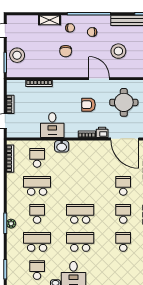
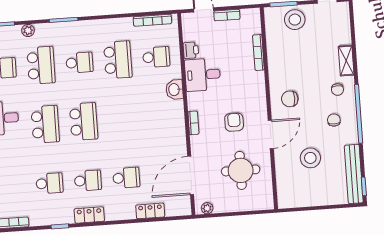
chair: (66, 51) -> (290, 99), moved
printer: (102, 132) -> (191, 50), moved
plant: (11, 224) -> (28, 30), moved

